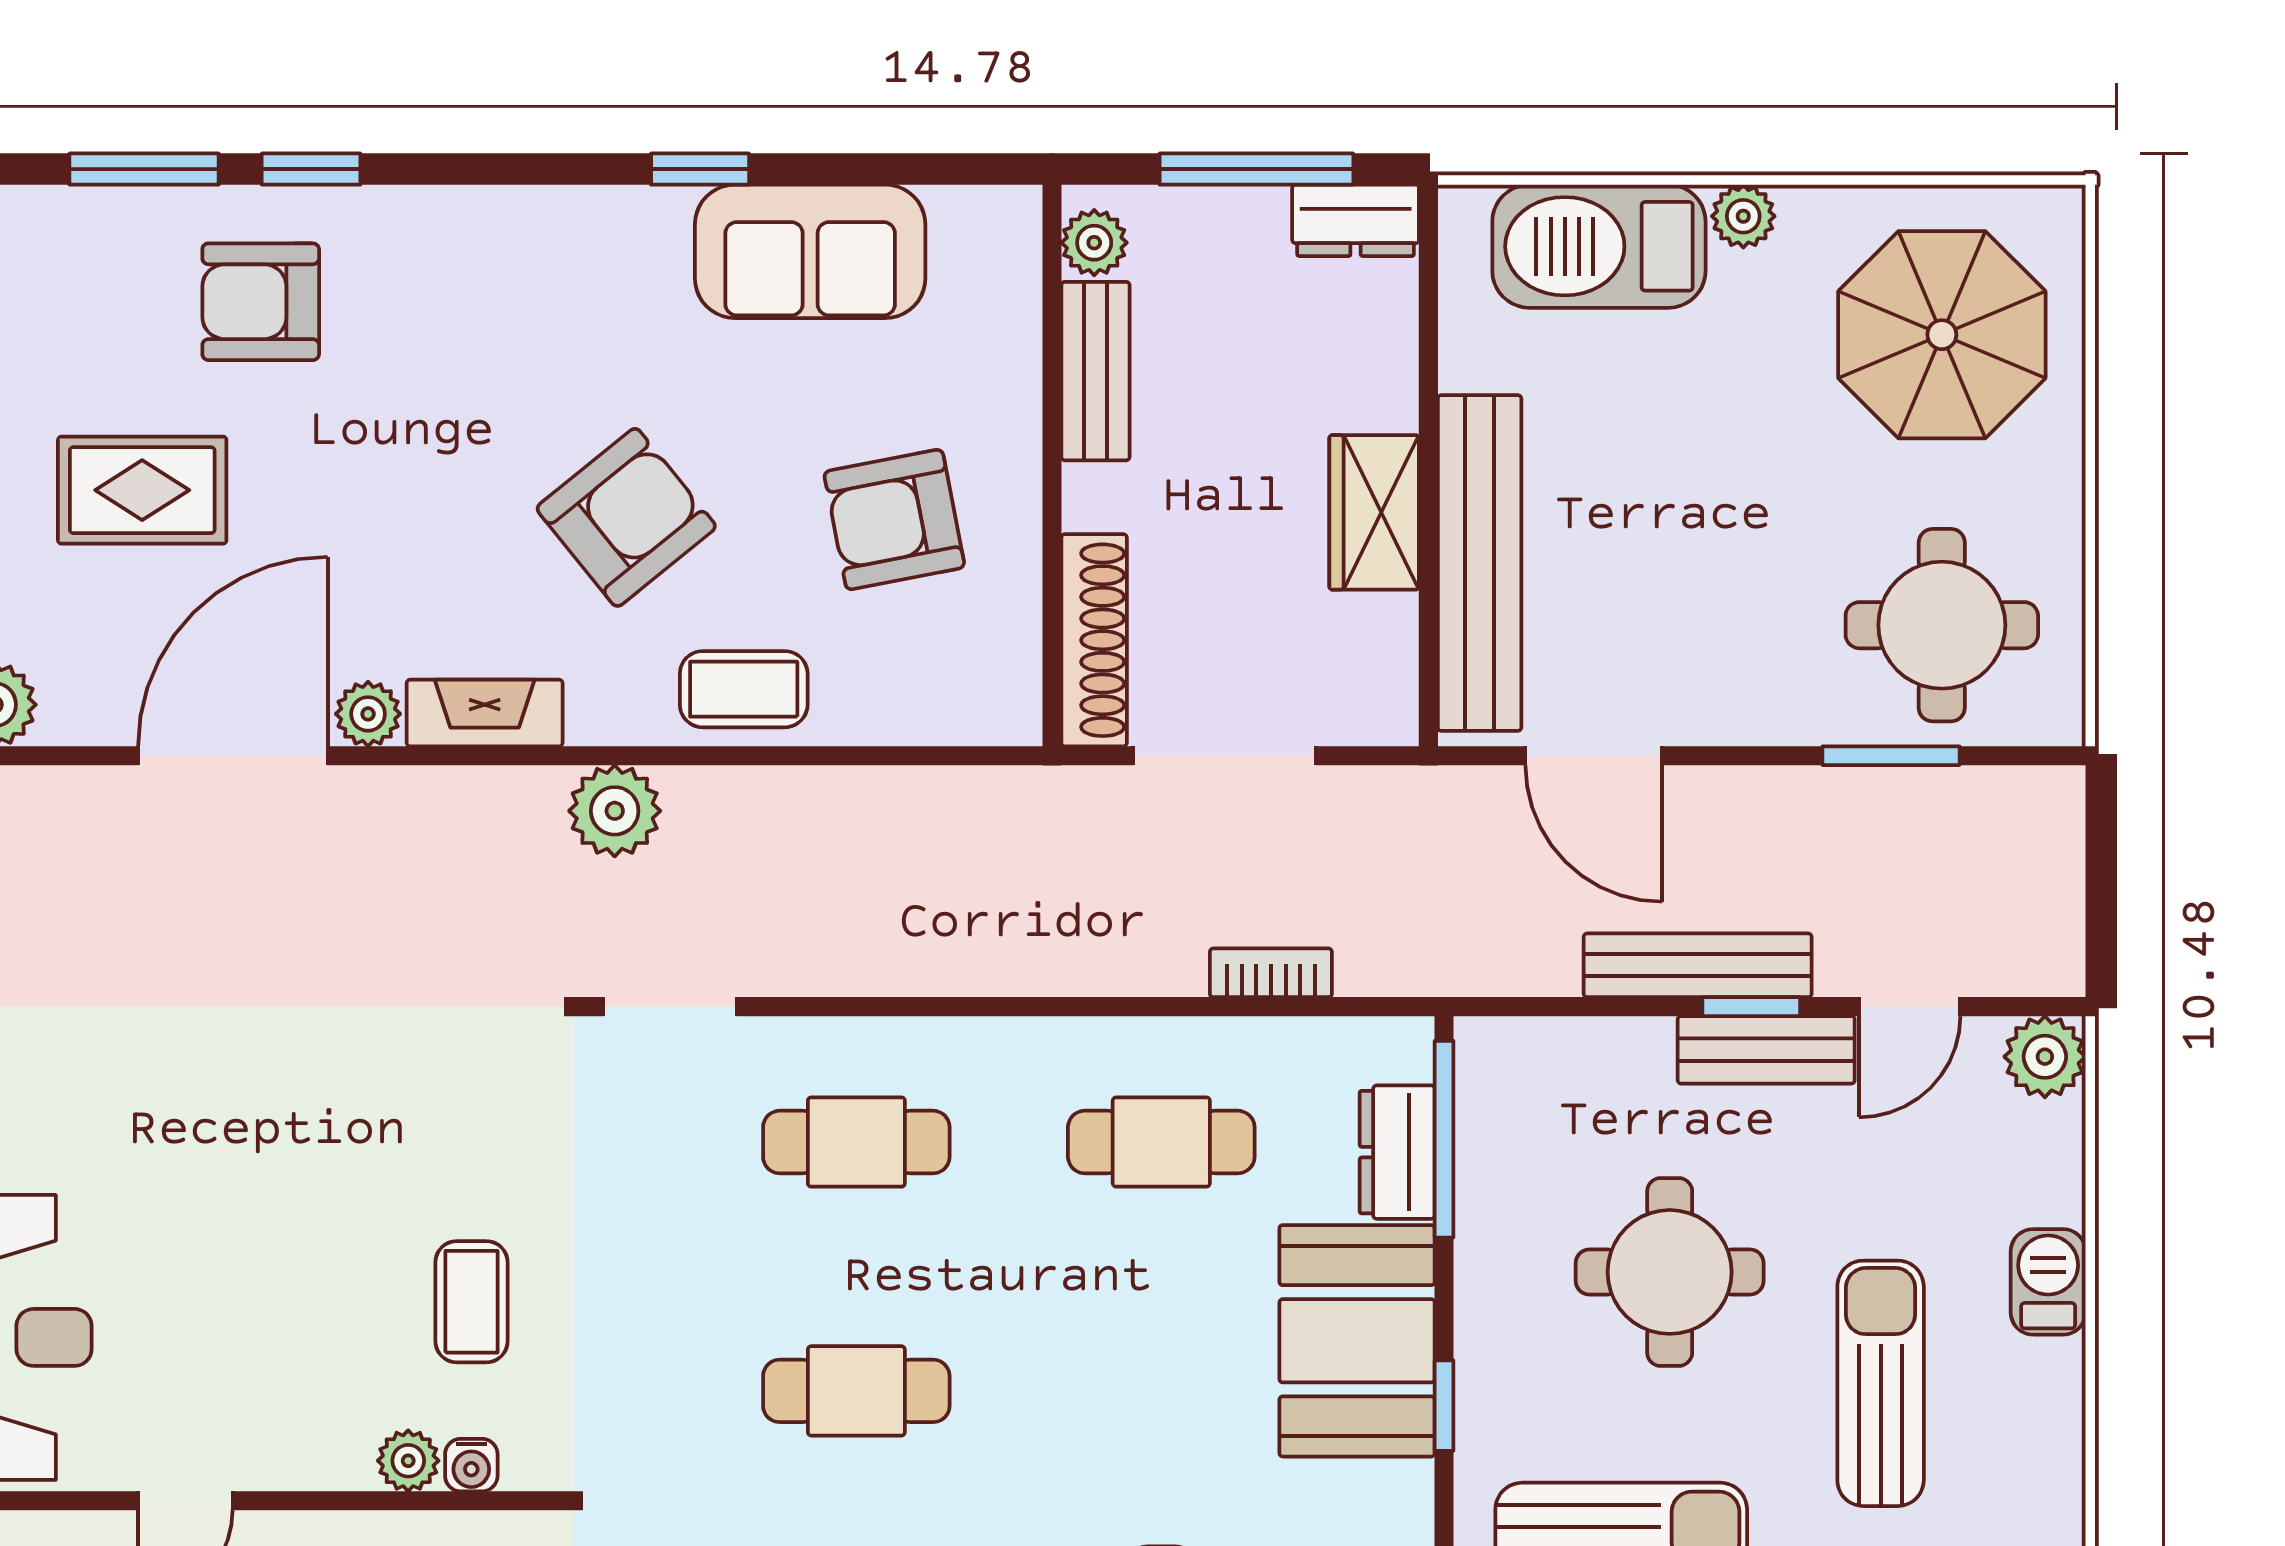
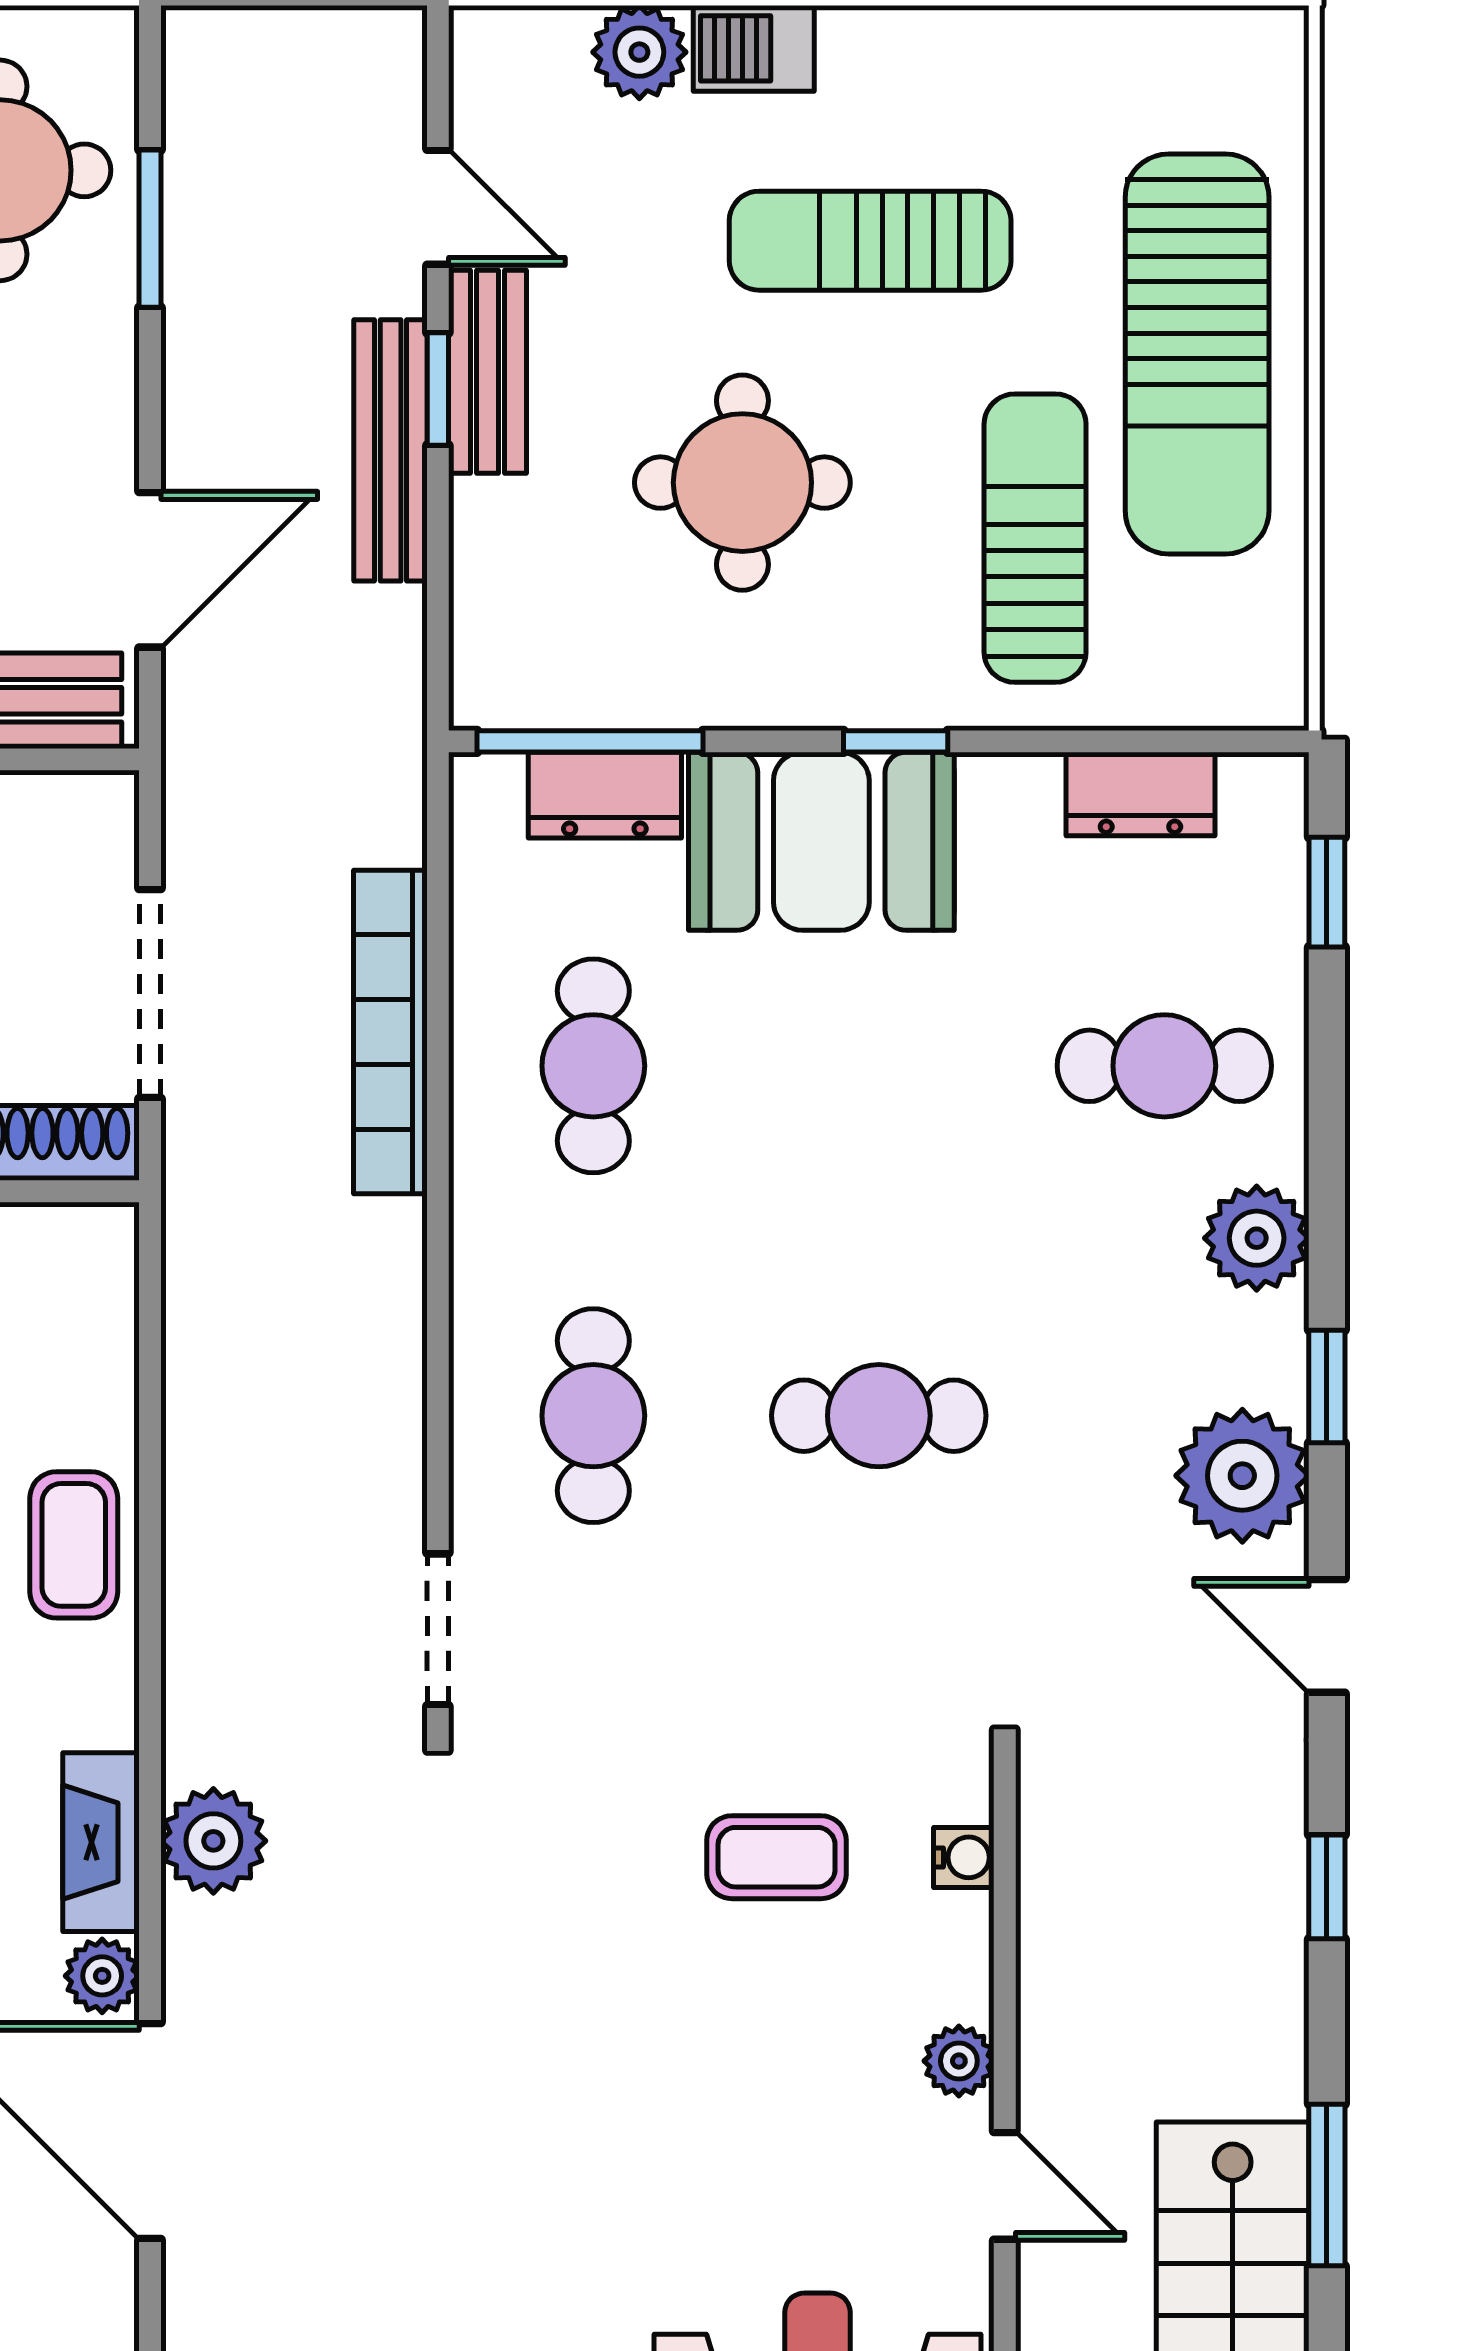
plant: (615, 811) -> (213, 1841), moved
bookcase: (1271, 973) -> (390, 1032), width x2.31, depth x1.31
plant: (2045, 1057) -> (639, 52), moved
cafe table: (856, 1391) -> (879, 1416), turned 90
plant: (408, 1461) -> (959, 2061), moved

